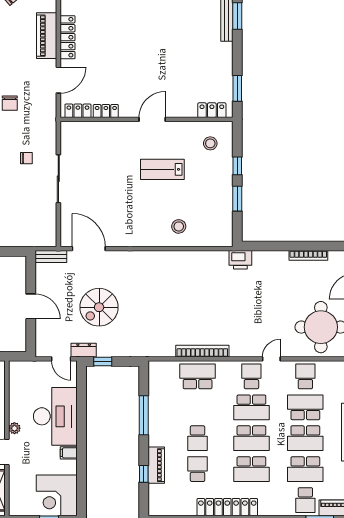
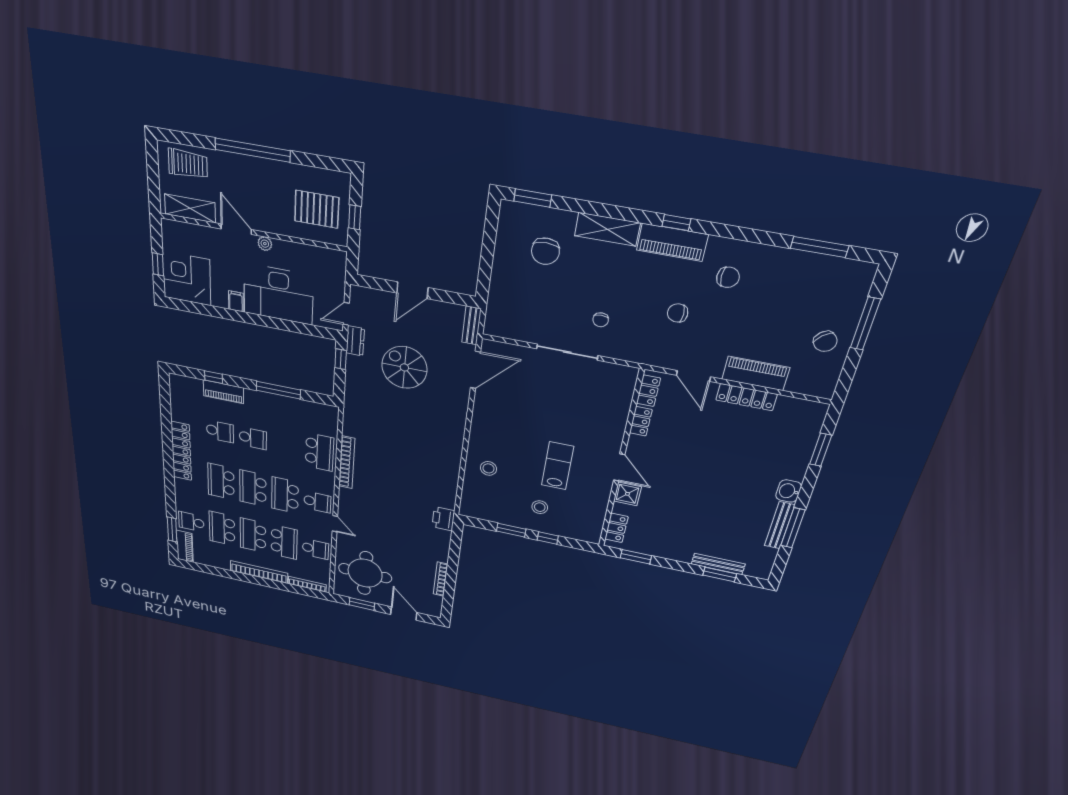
shower: (176, 108) -> (627, 494), added
stool: (210, 143) -> (540, 507), moved
school desk: (198, 438) -> (253, 438), turned 180

